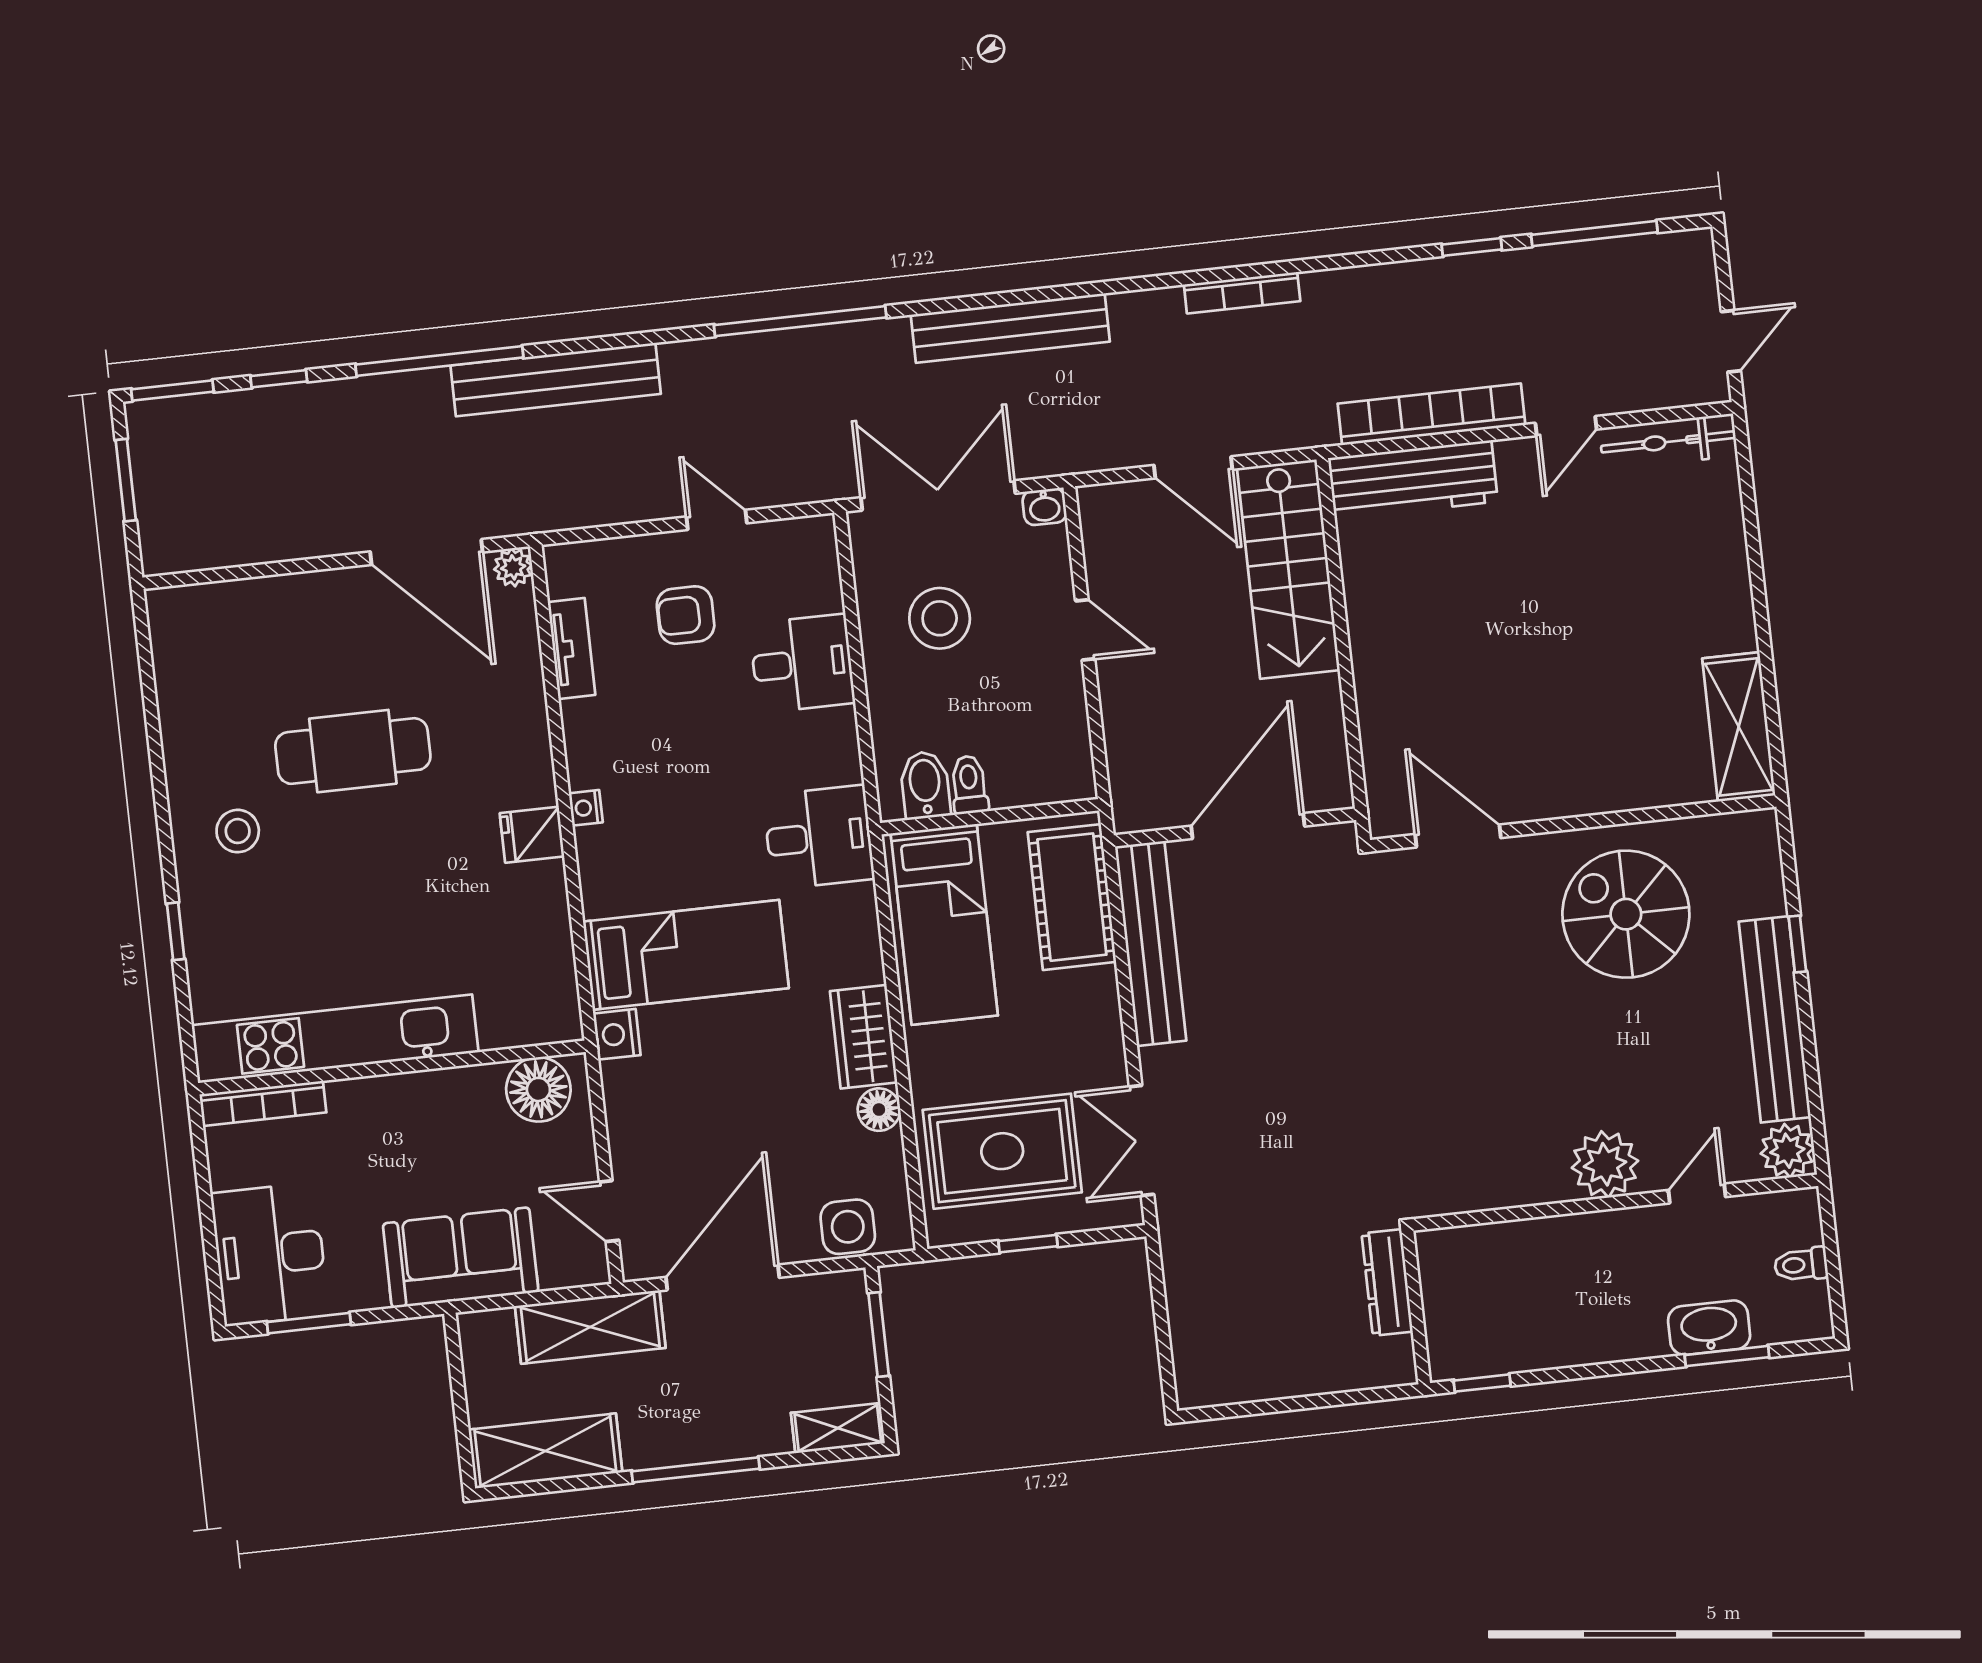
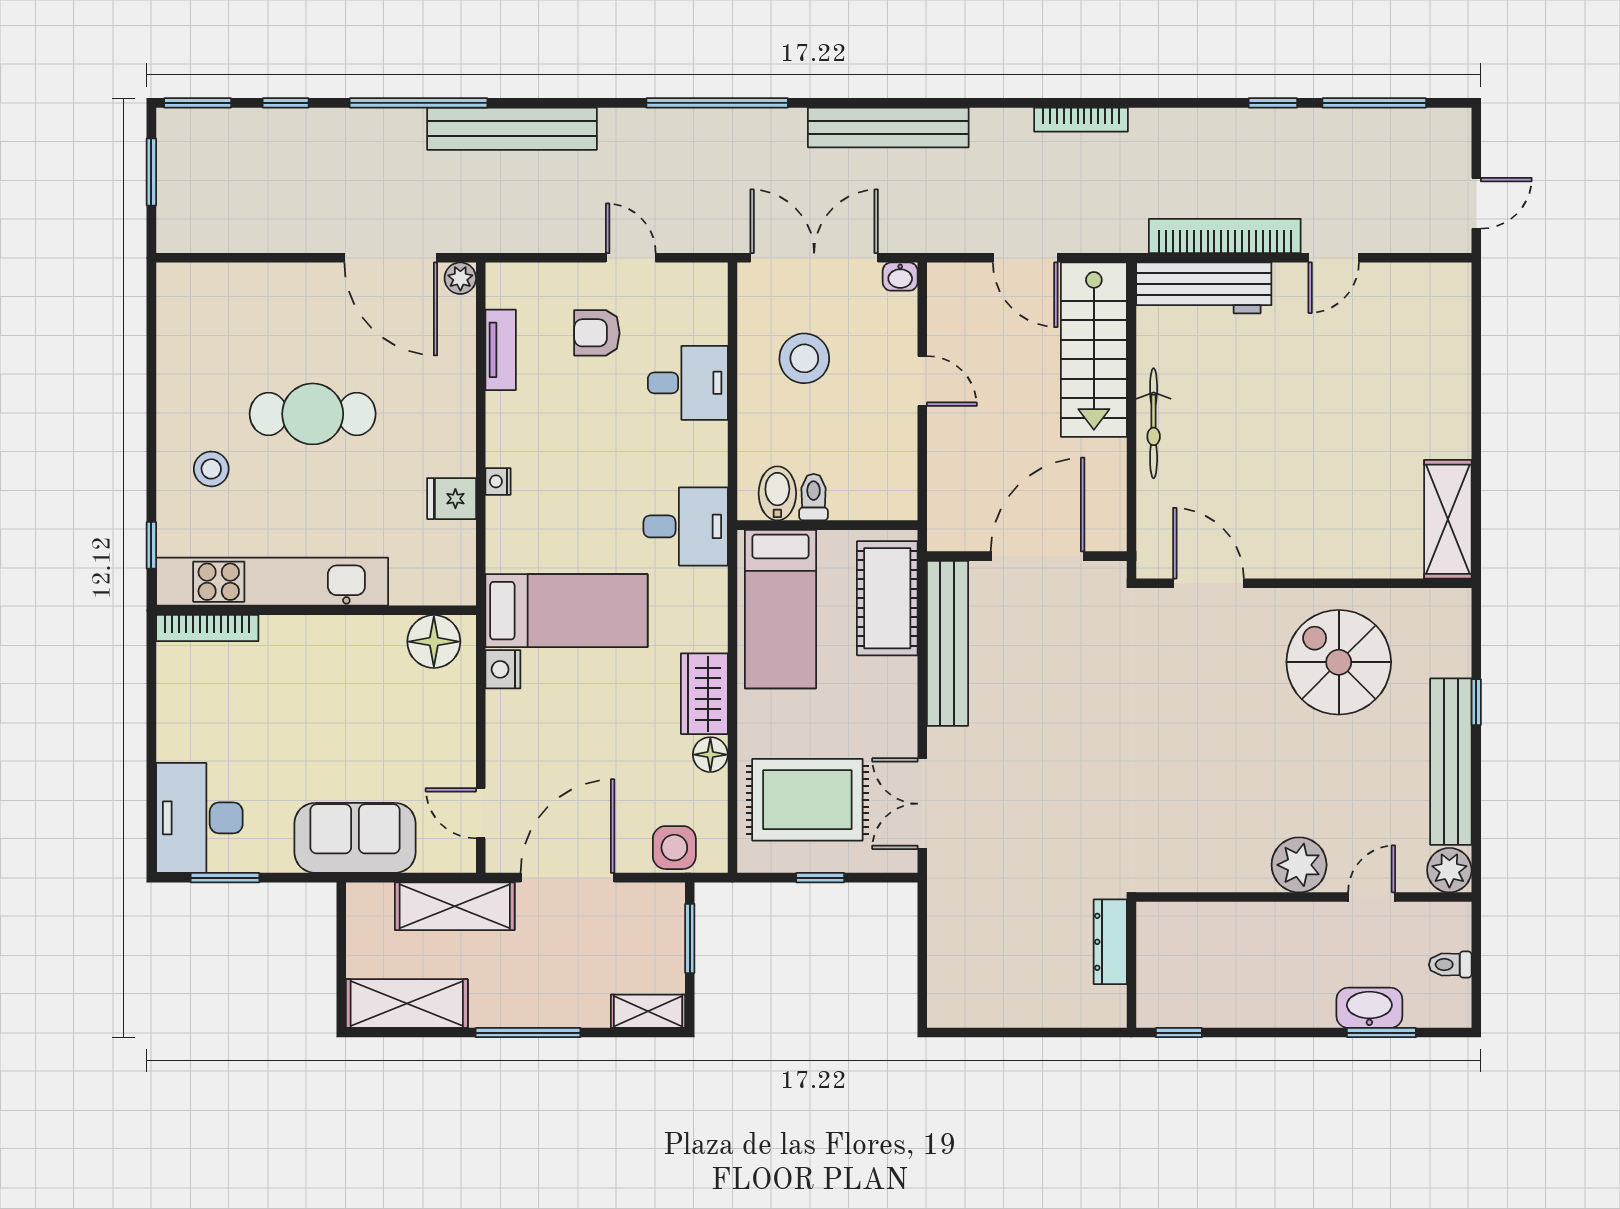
bicycle: (1668, 442) -> (1154, 423), moved, turned -90
kitchen unit: (335, 1039) -> (272, 582), moved
wall: (392, 1067) -> (316, 610), moved
floor lamp: (538, 1089) -> (434, 642), moved
bookcase: (263, 1103) -> (207, 628), moved

